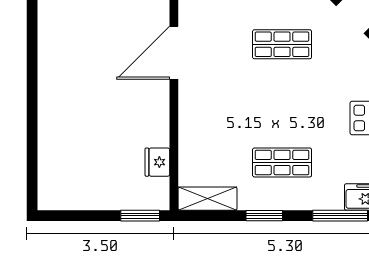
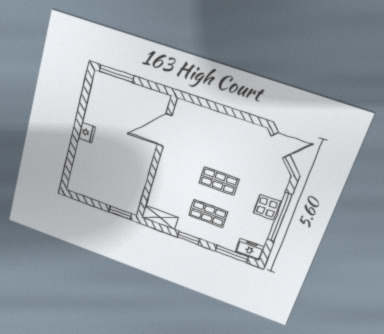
shop shelf: (282, 44) -> (219, 181), moved
fridge: (157, 162) -> (87, 133), moved, turned 180

